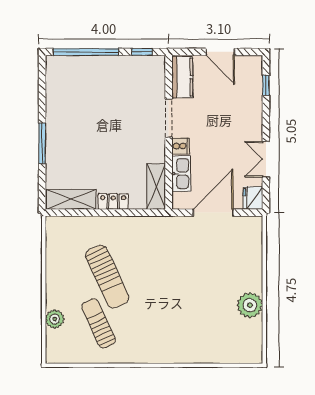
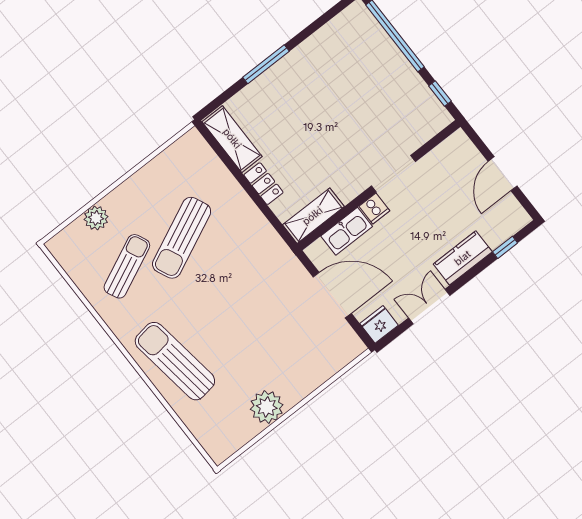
kitchen counter: (182, 77) -> (463, 258), moved, turned 180
sun lounger: (179, 339) -> (175, 361), added

